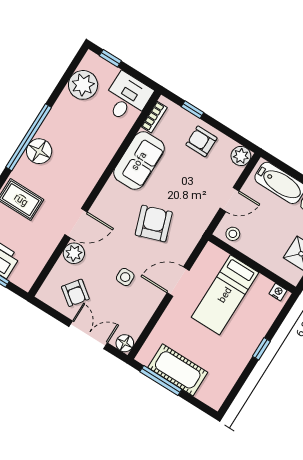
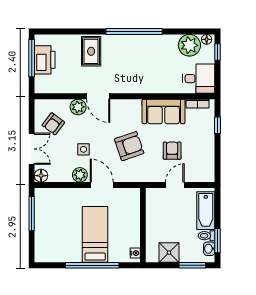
armchair: (201, 141) -> (172, 151), moved
floor lamp: (39, 151) -> (207, 39), moved, width x0.53, depth x0.53
plant: (241, 156) -> (80, 175), moved
door: (230, 200) -> (175, 185), swing flipped
stool: (233, 234) -> (154, 201), removed
bed: (225, 295) -> (95, 234), moved, turned 90
window: (261, 349) -> (92, 265), width x3.17
cot: (178, 370) -> (45, 220), removed

